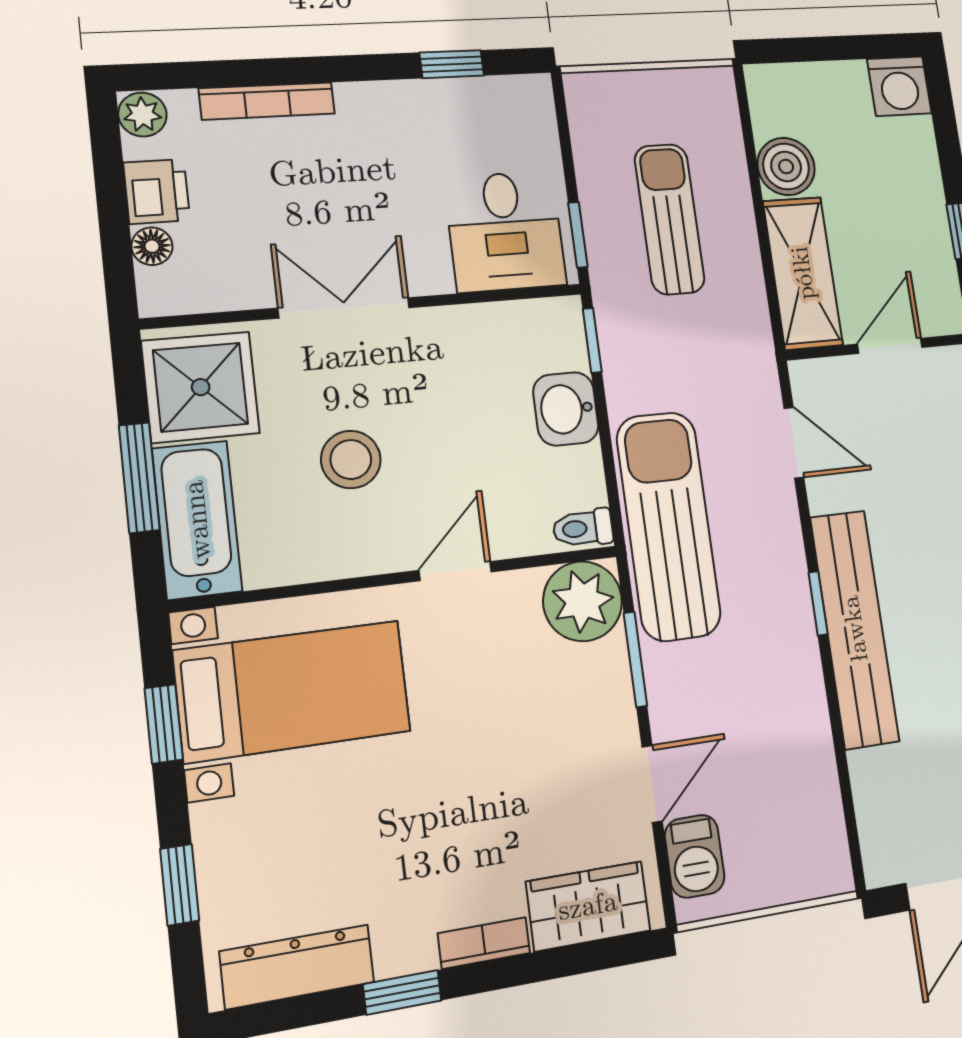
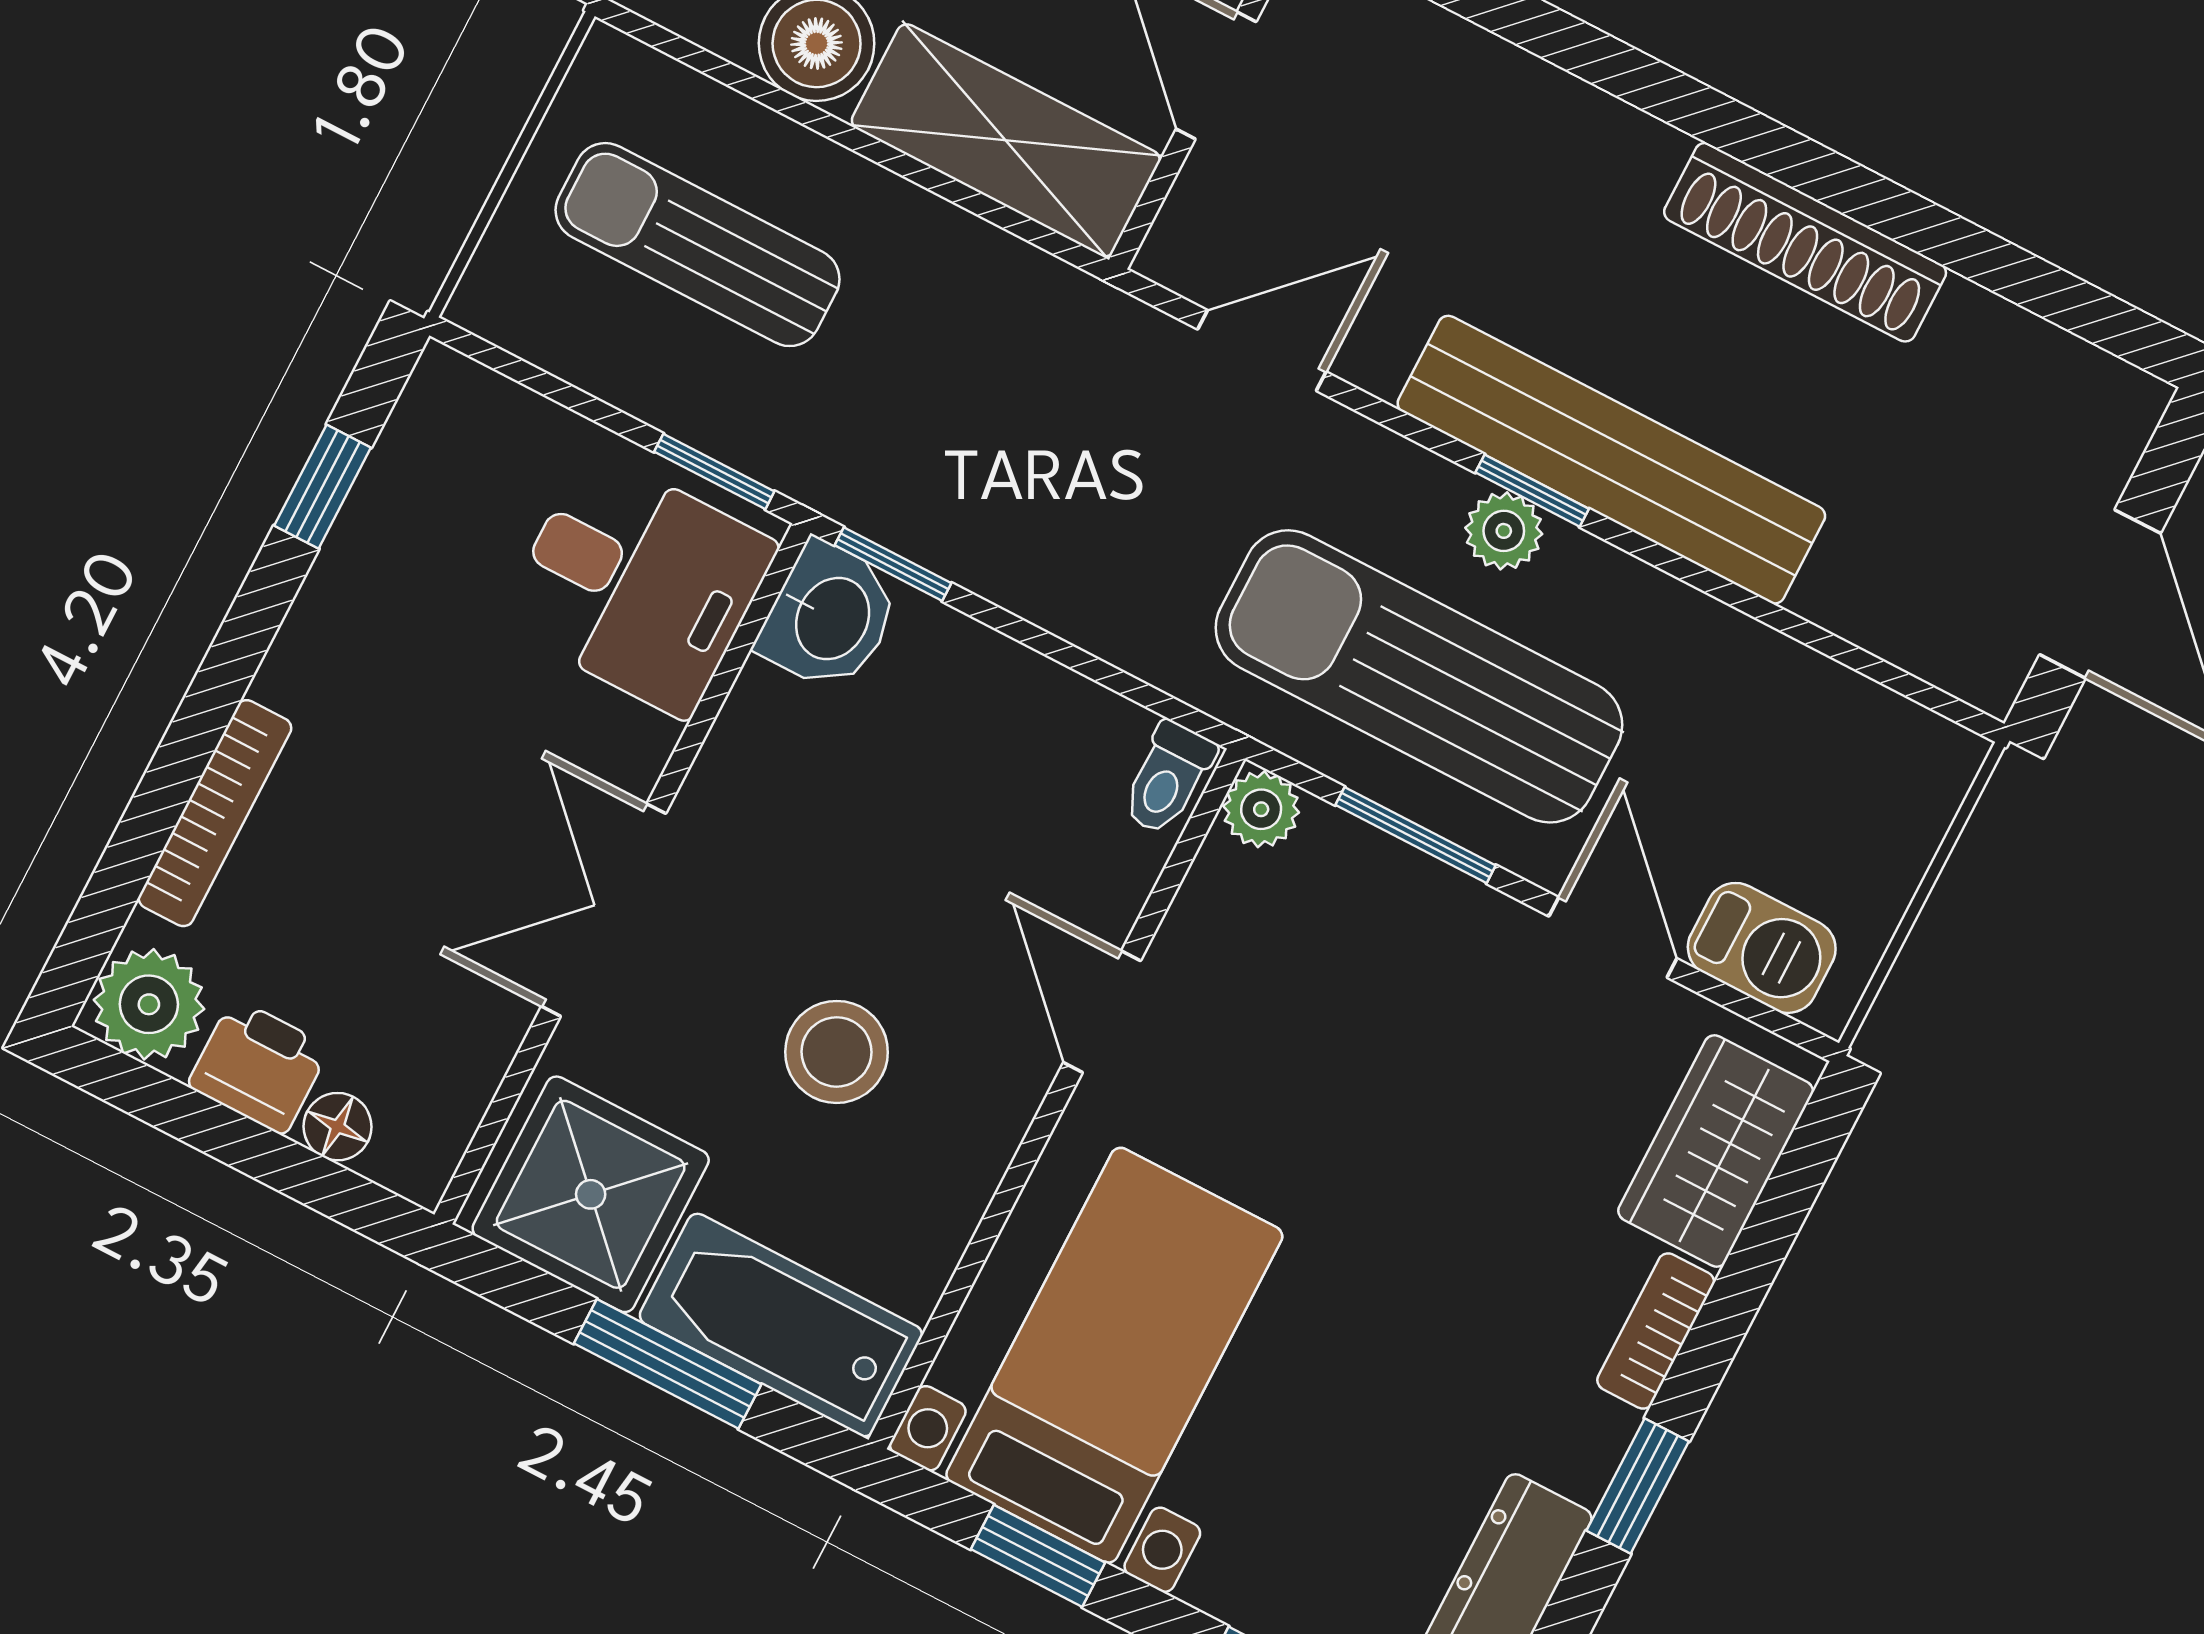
plant: (142, 115) -> (149, 1004), width x1.38, depth x1.38
sun lounger: (669, 219) -> (698, 245), moved
washbasin: (566, 409) -> (830, 617), moved, turned -90
sun lounger: (669, 526) -> (1419, 676), moved
plant: (583, 601) -> (1261, 809), width x0.53, depth x0.53
plant: (793, 603) -> (1504, 531), added

